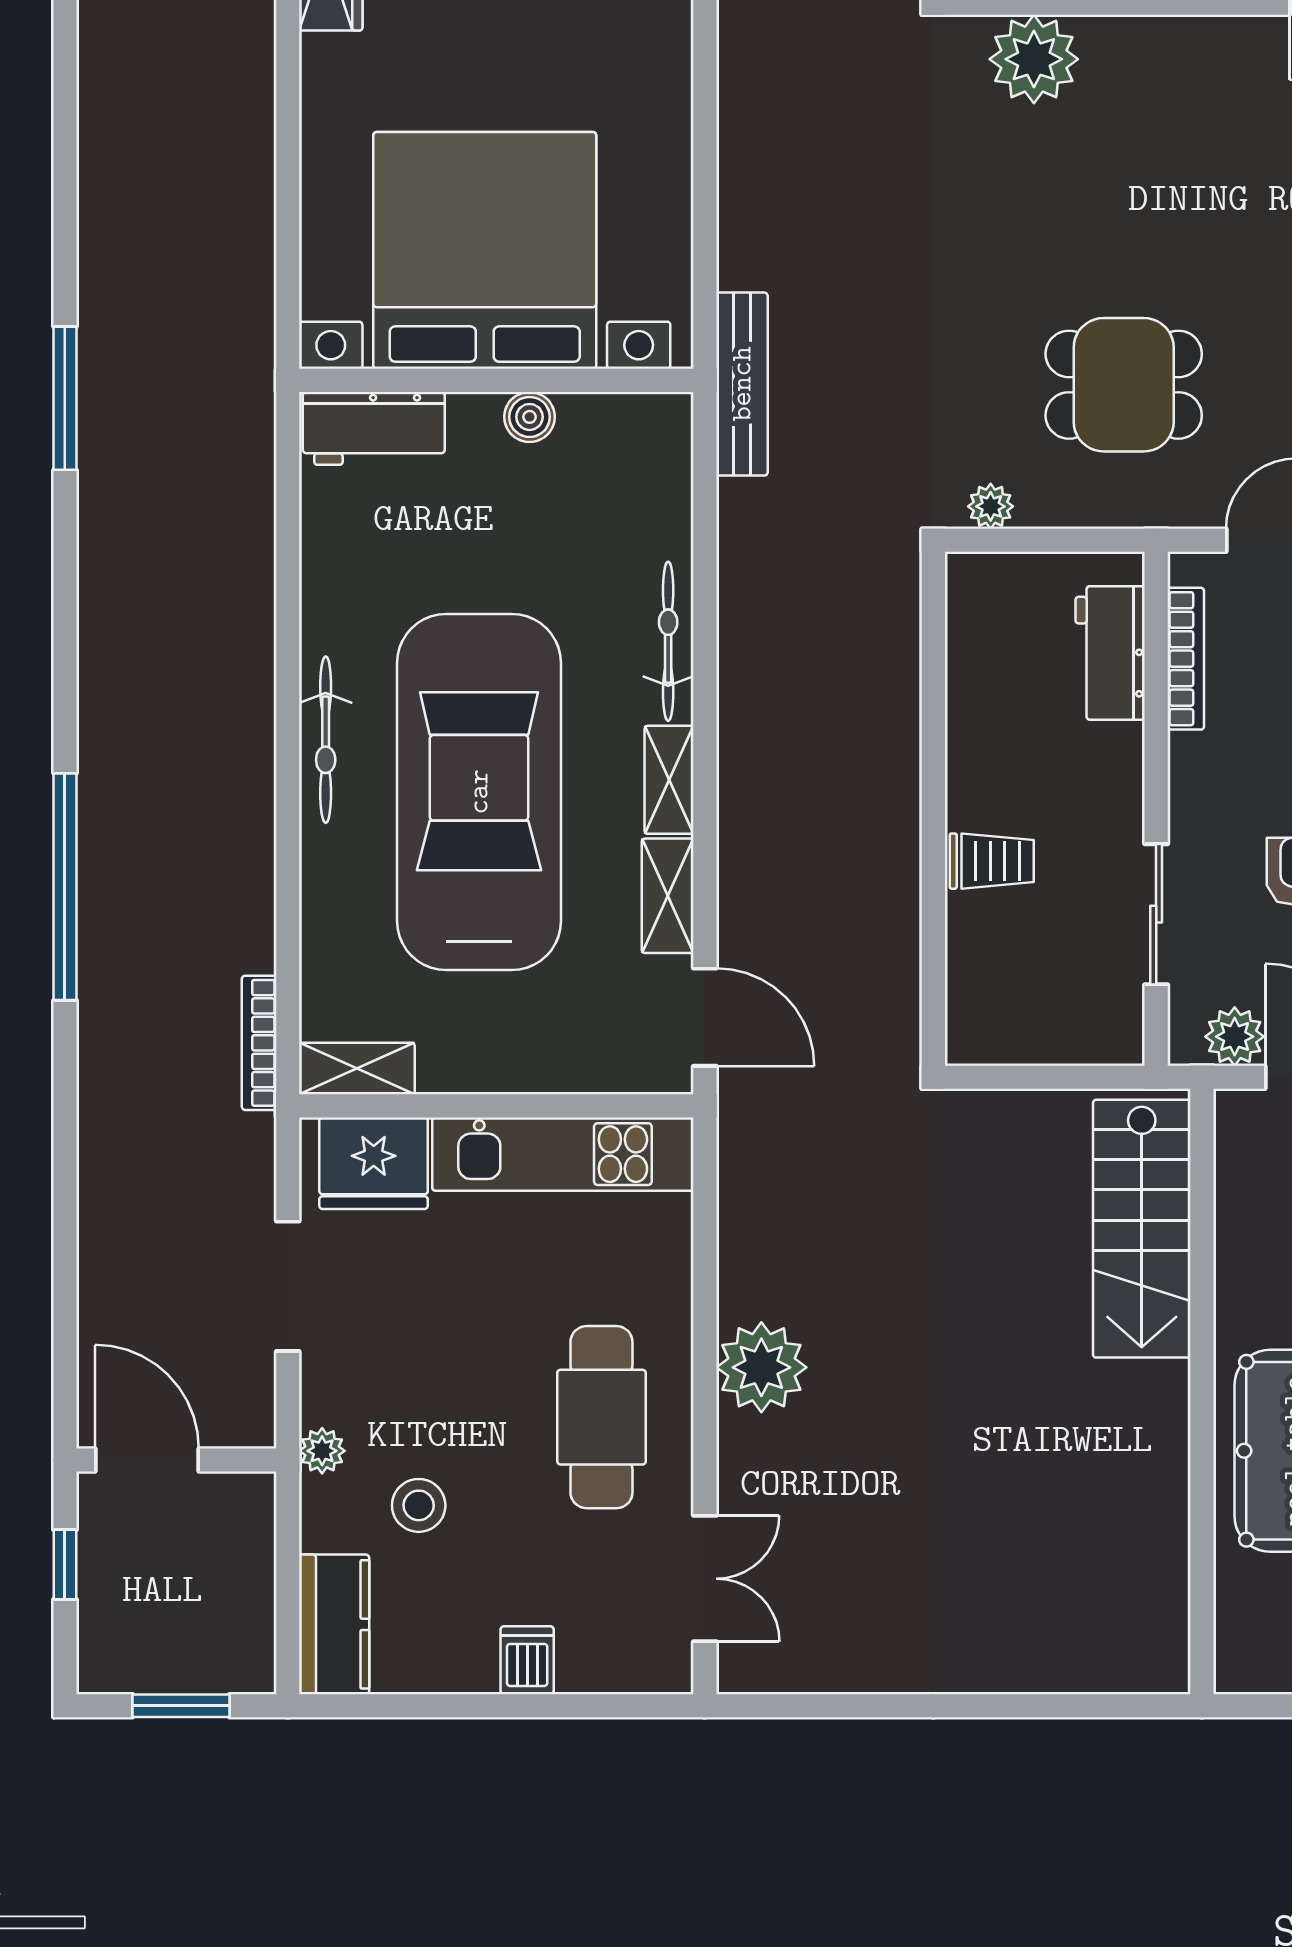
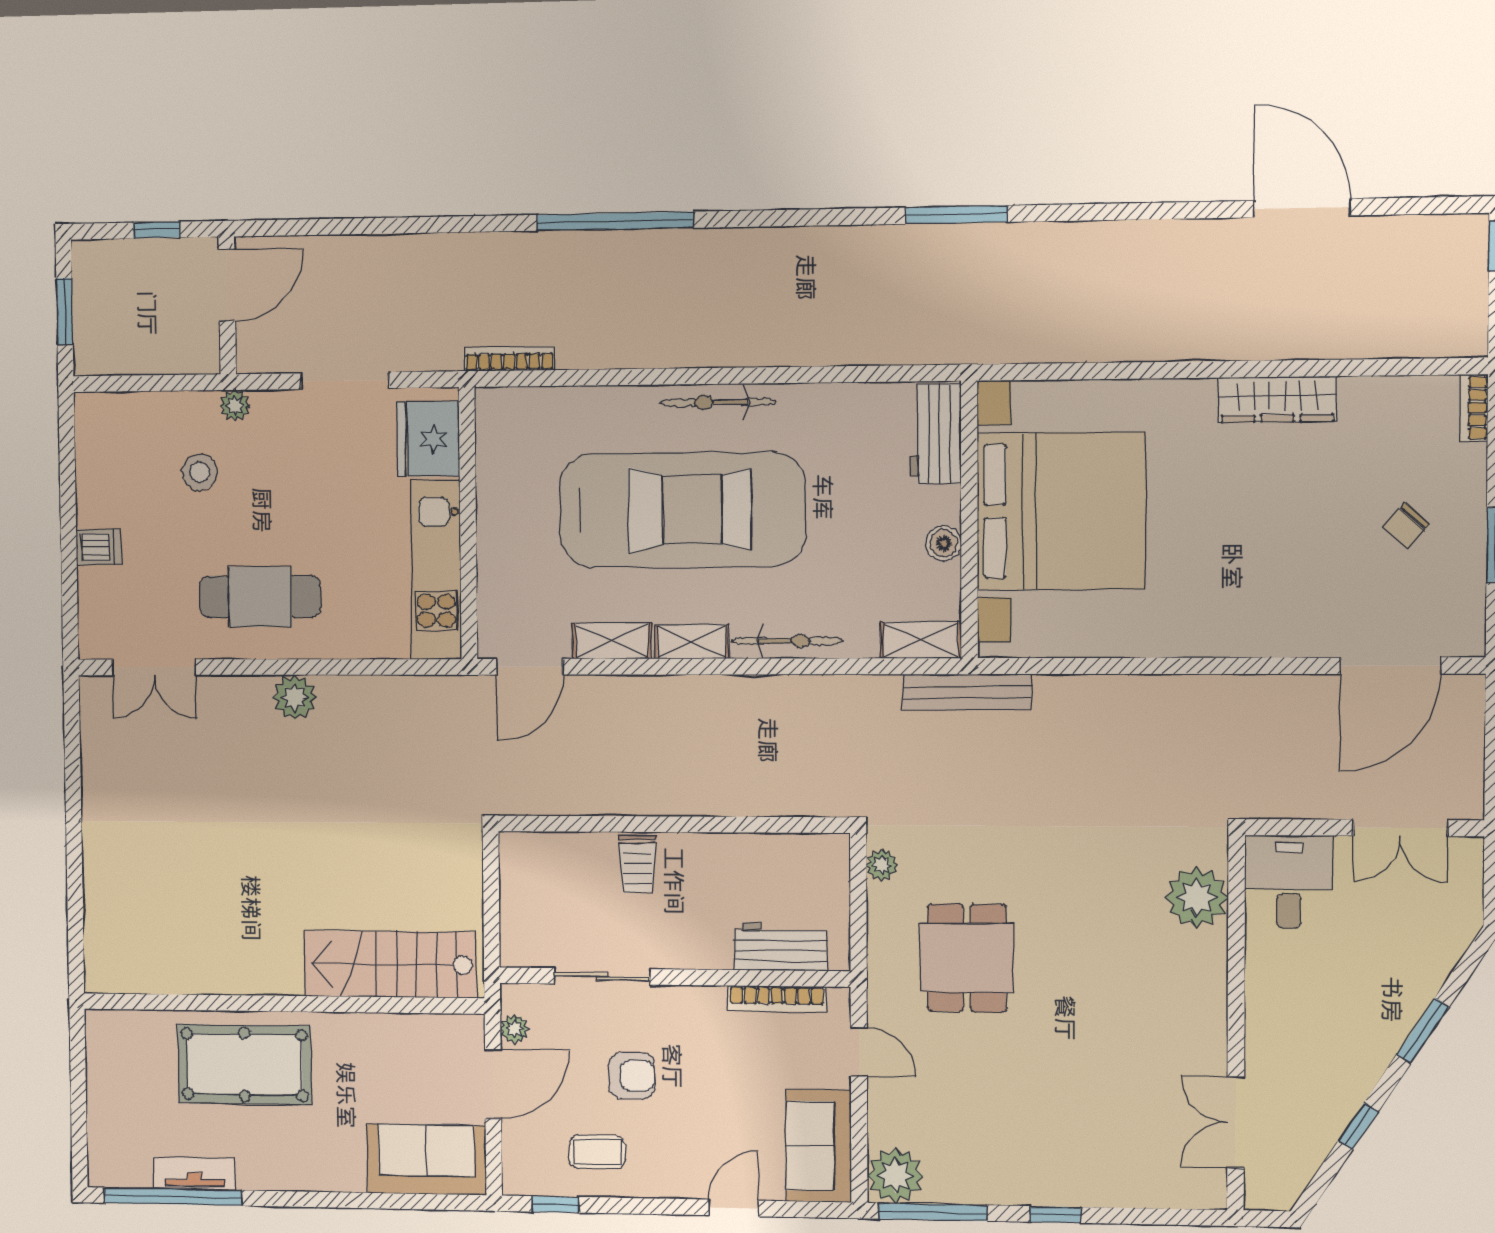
plant: (1235, 1037) -> (515, 1029), width x0.73, depth x0.73
shelving: (357, 1068) -> (921, 640), moved, turned 90
plant: (761, 1367) -> (295, 697), width x0.73, depth x0.73
kitchen counter: (334, 1624) -> (120, 415), removed

